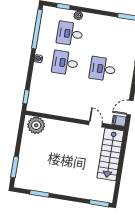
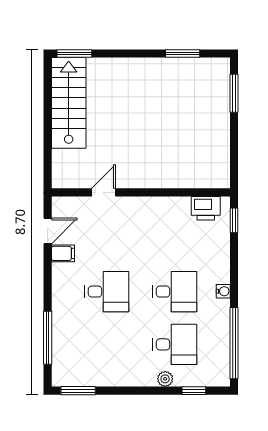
printer: (41, 106) -> (206, 208), added
filing cabinet: (119, 121) -> (63, 253), moved
door: (96, 124) -> (103, 192), swing flipped
plant: (36, 125) -> (208, 173), removed
stairs: (110, 154) -> (69, 103), moved

